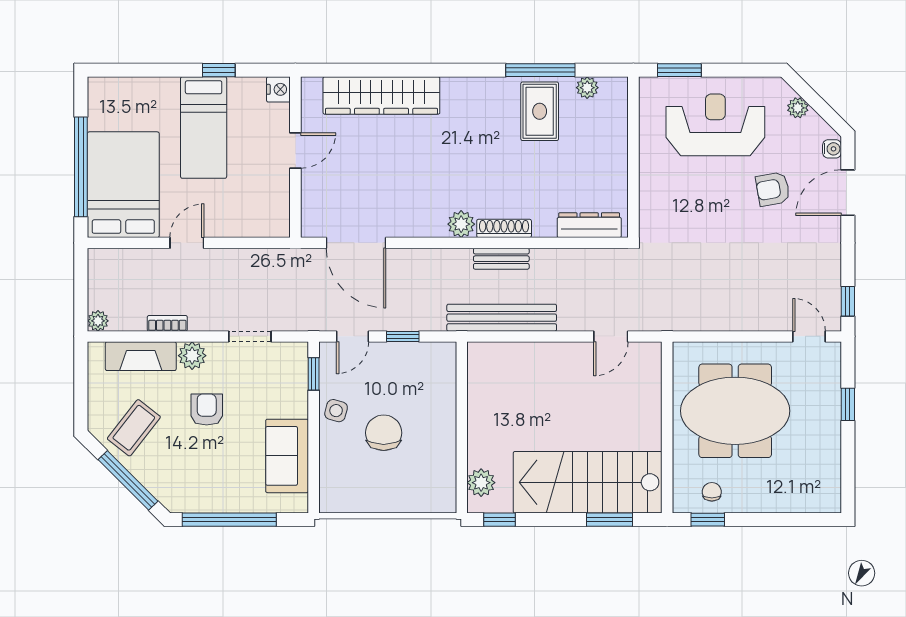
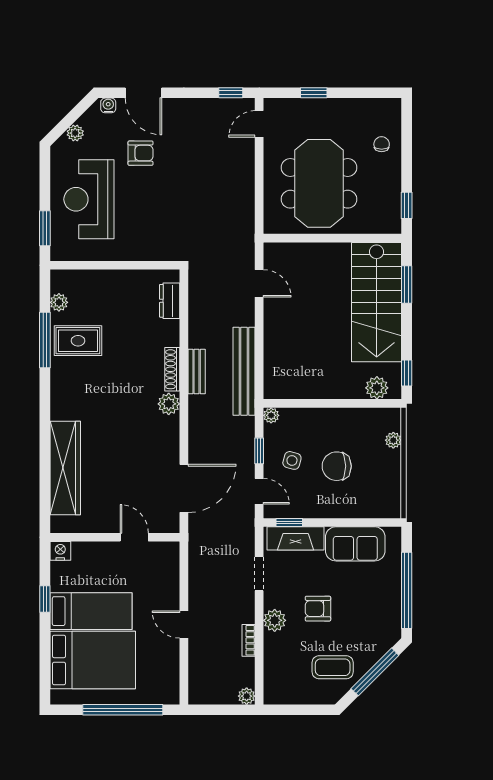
door: (295, 151) -> (134, 537), moved
bed: (123, 185) -> (93, 660), moved, turned 180
armchair: (773, 189) -> (141, 153), turned -80
dresser: (589, 225) -> (170, 301), width x0.70
plant: (447, 351) -> (271, 415), added
fireplace: (141, 356) -> (296, 538), moved, turned 90
side table: (336, 411) -> (292, 460), moved
coffee table: (134, 428) -> (333, 667), turned -38
chair: (712, 492) -> (382, 144), moved, turned 90
plant: (416, 503) -> (393, 440), added

